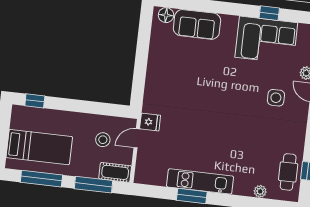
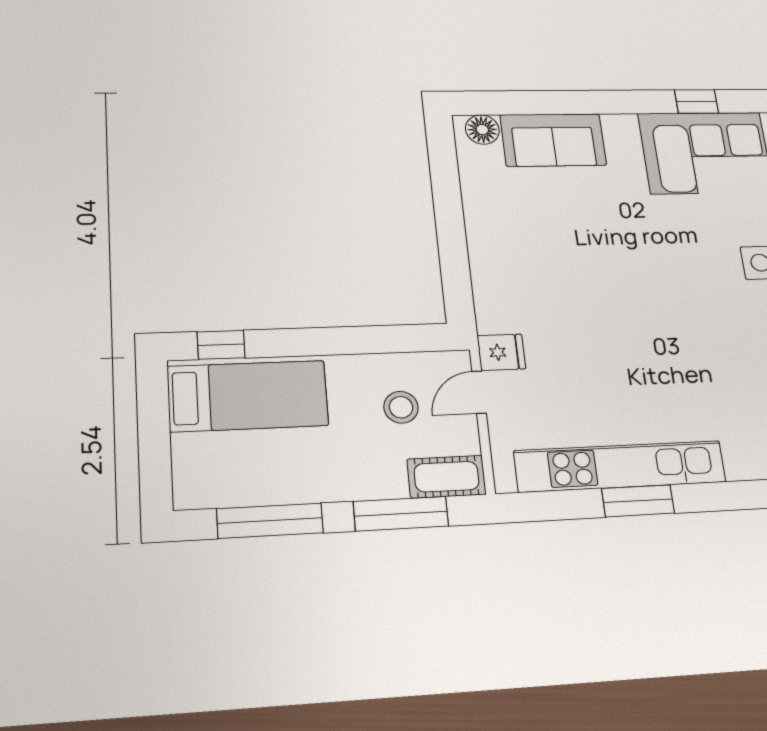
bed: (39, 147) -> (248, 396), moved
kitchen unit: (200, 181) -> (620, 466), width x1.36

